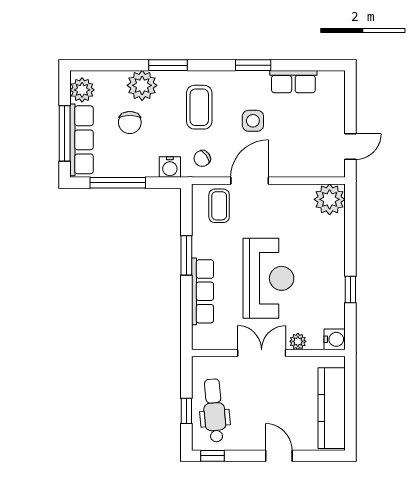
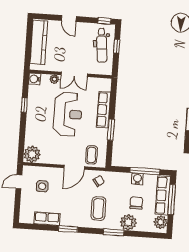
side table: (253, 121) -> (42, 186), moved
water cooler: (170, 167) -> (137, 179), moved
reception desk: (268, 278) -> (68, 114), turned 180

